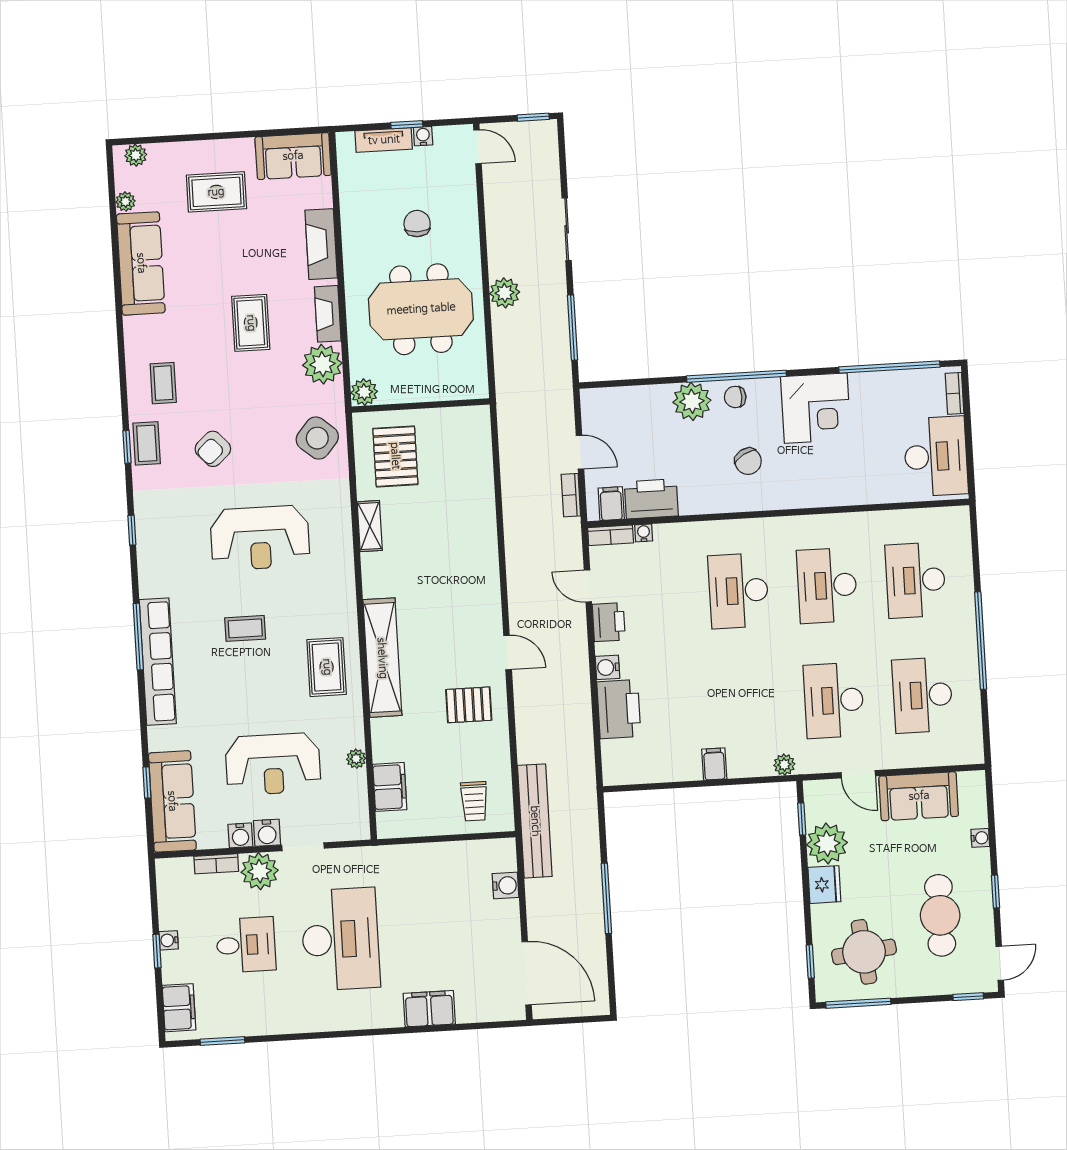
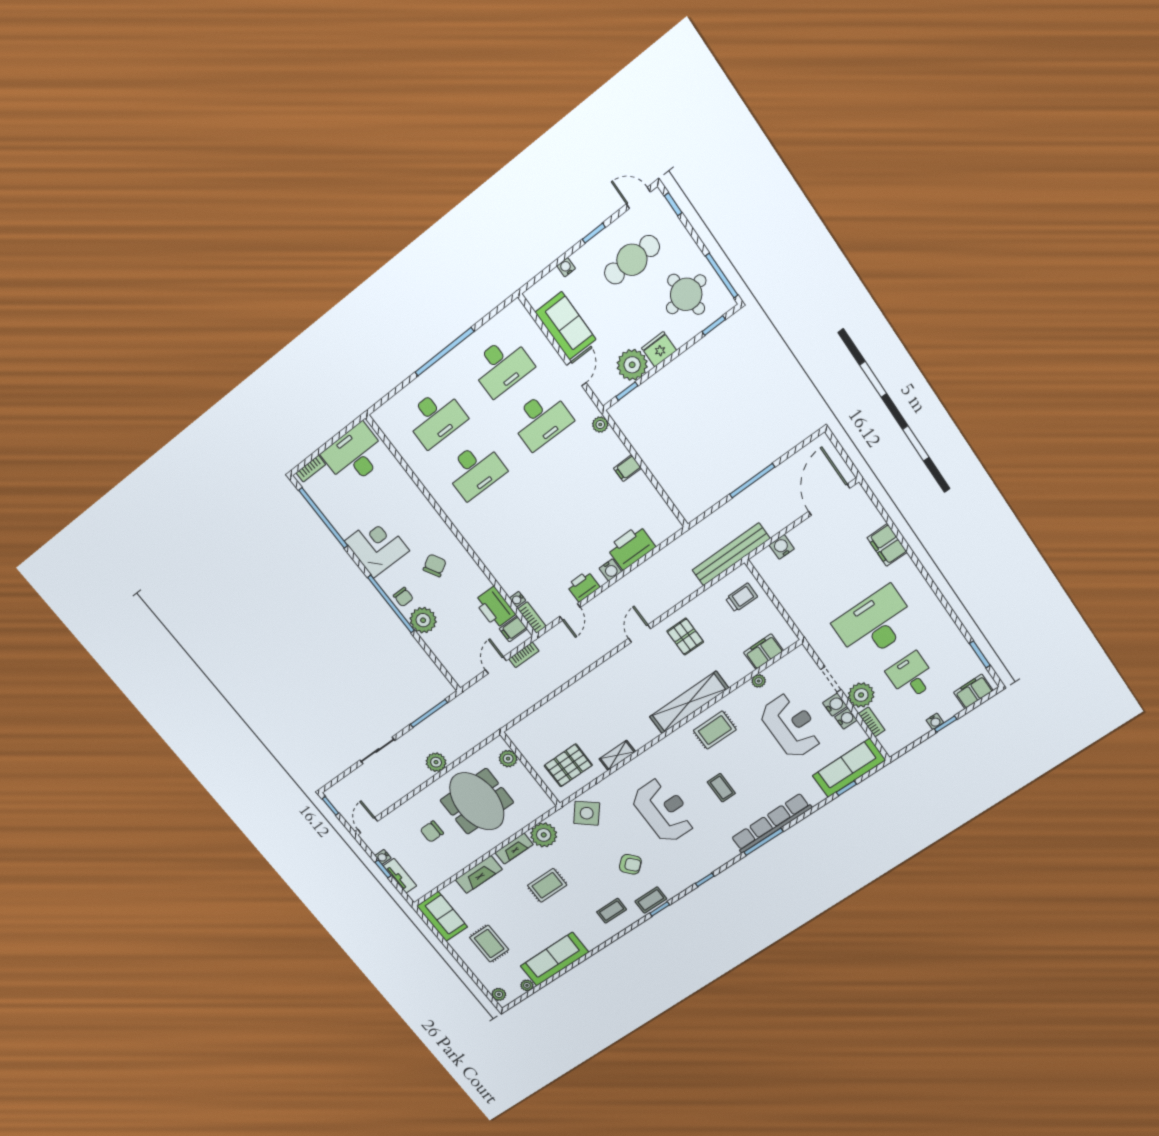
plant: (364, 392) -> (508, 759), moved
desk: (738, 591) -> (514, 522), removed

